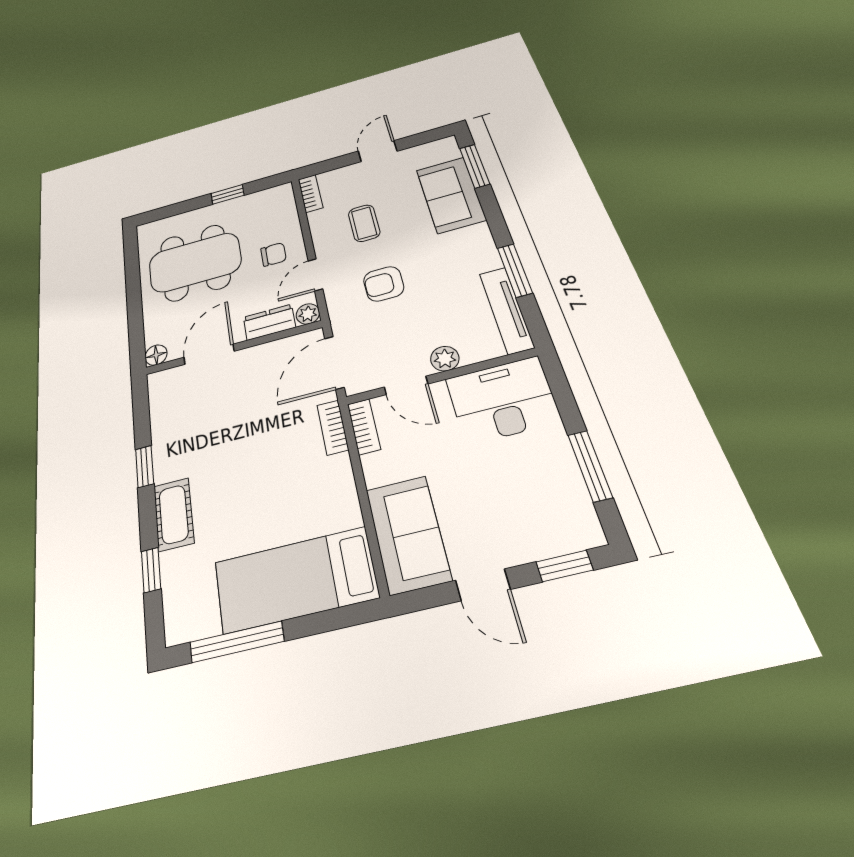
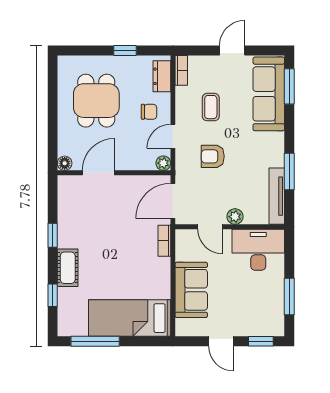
sofa: (451, 195) -> (269, 94), width x1.36
dining table: (195, 262) -> (96, 101), width x0.73
dresser: (269, 322) -> (162, 76), moved, turned -90
bookcase: (364, 427) -> (181, 245), removed
sofa: (408, 534) -> (191, 290), moved

